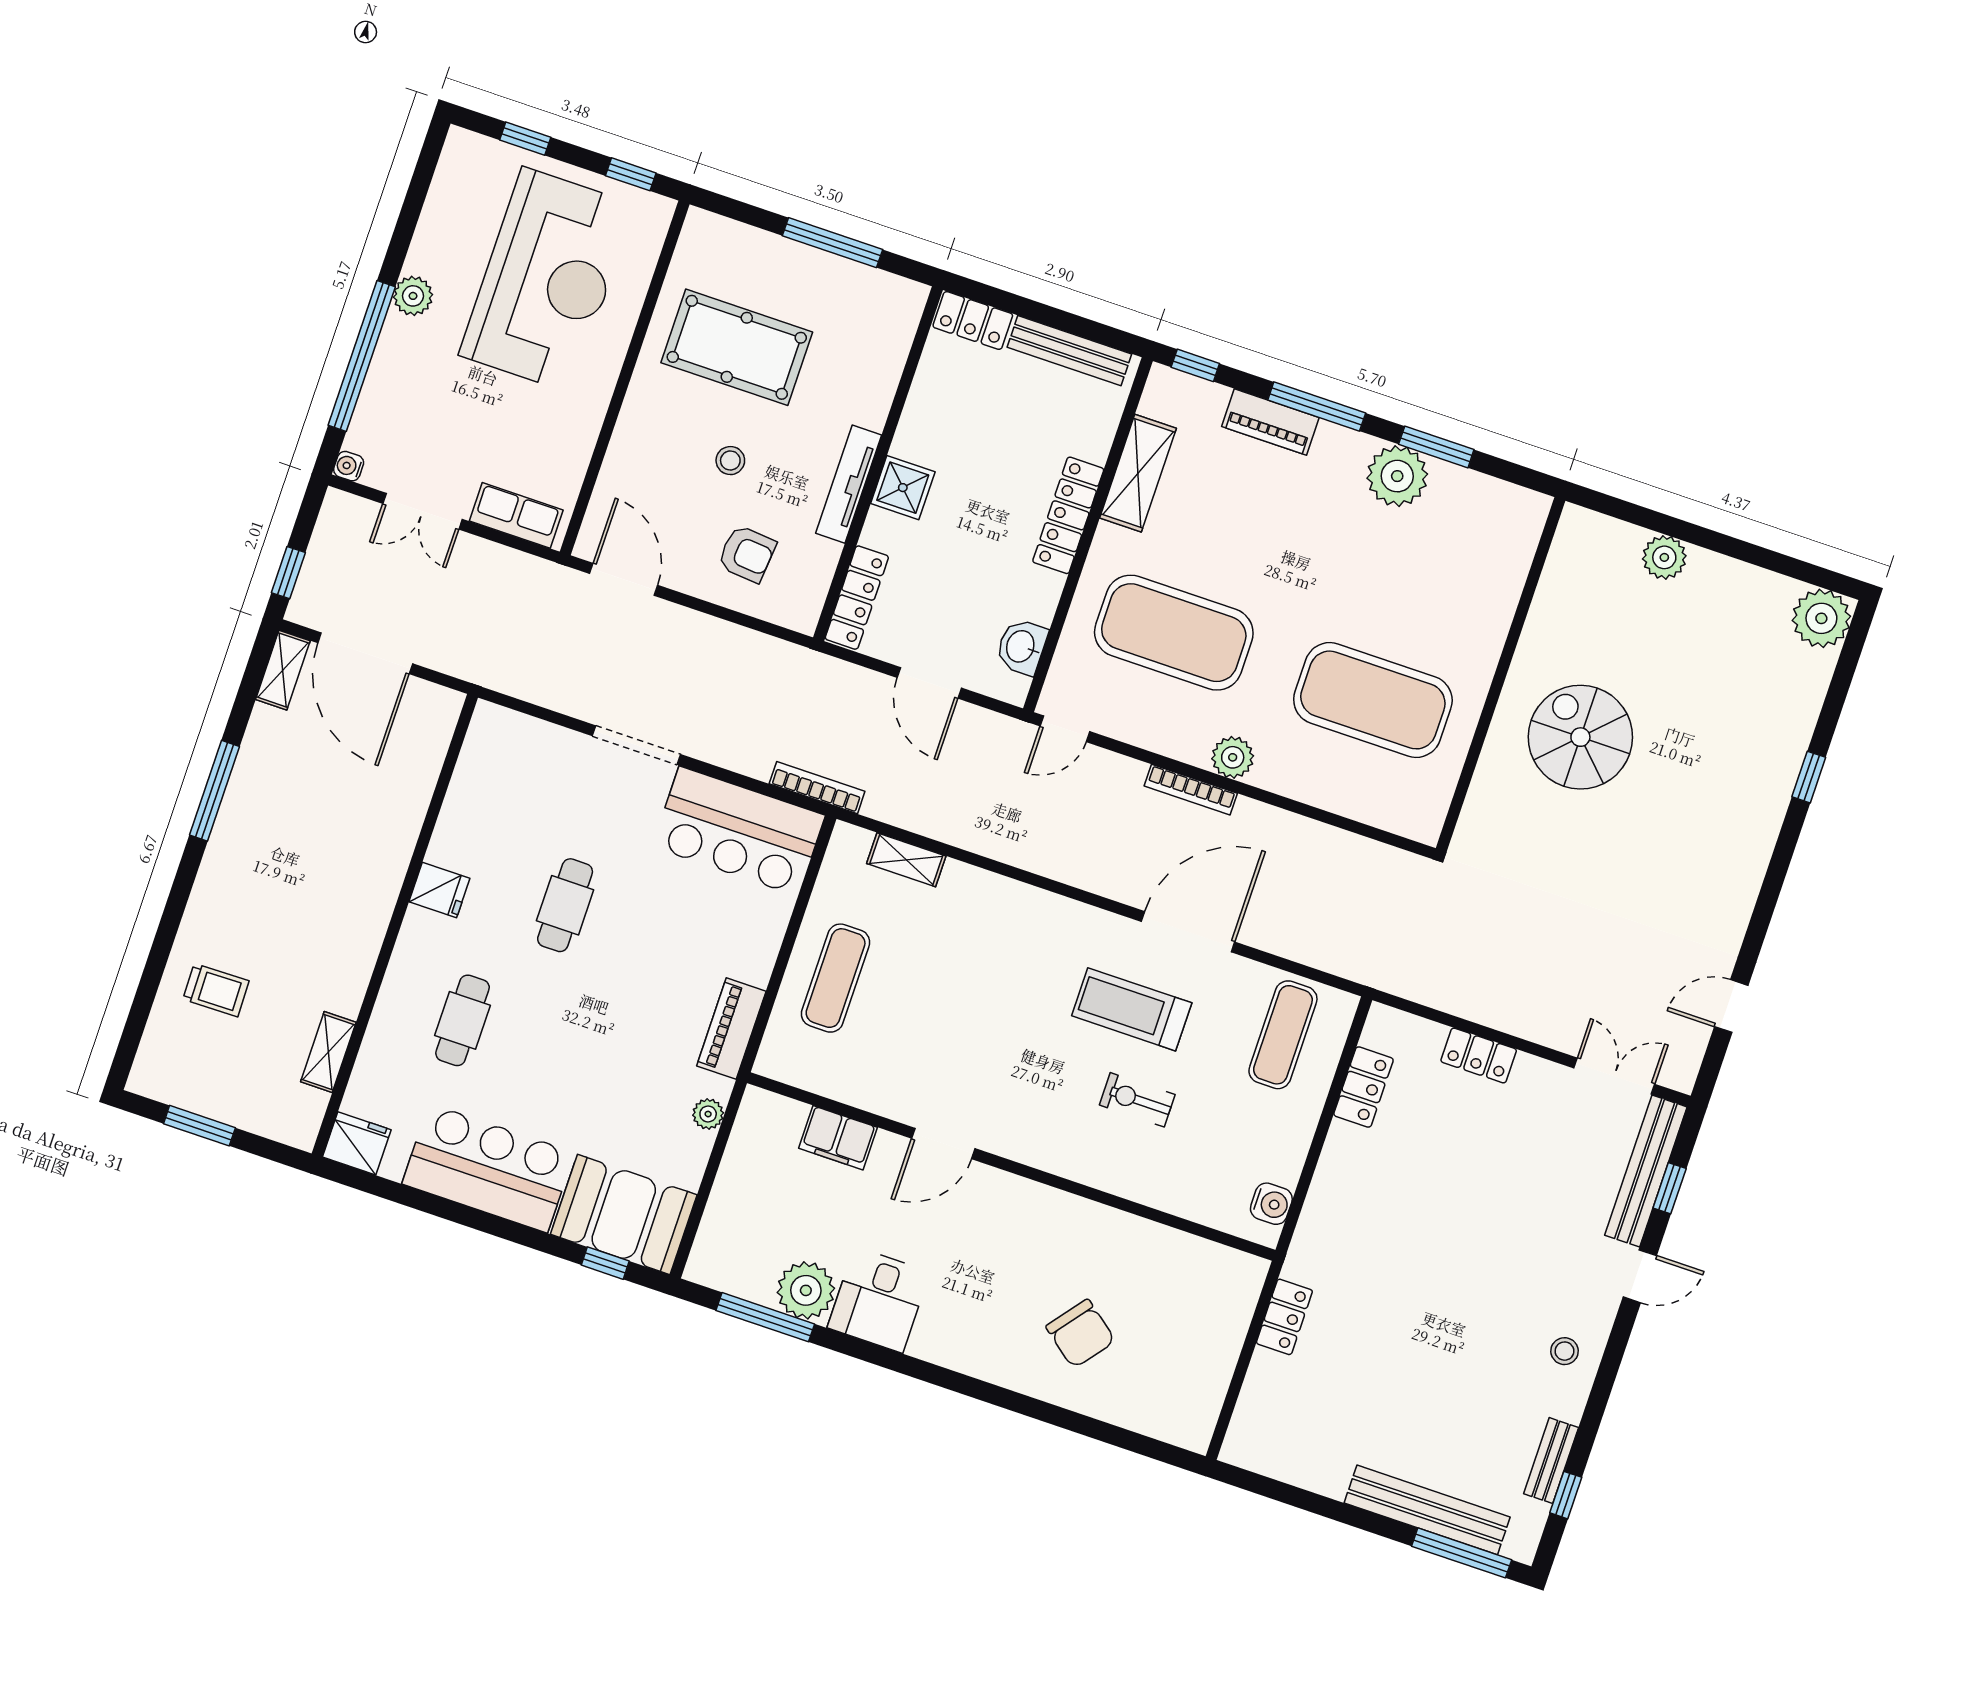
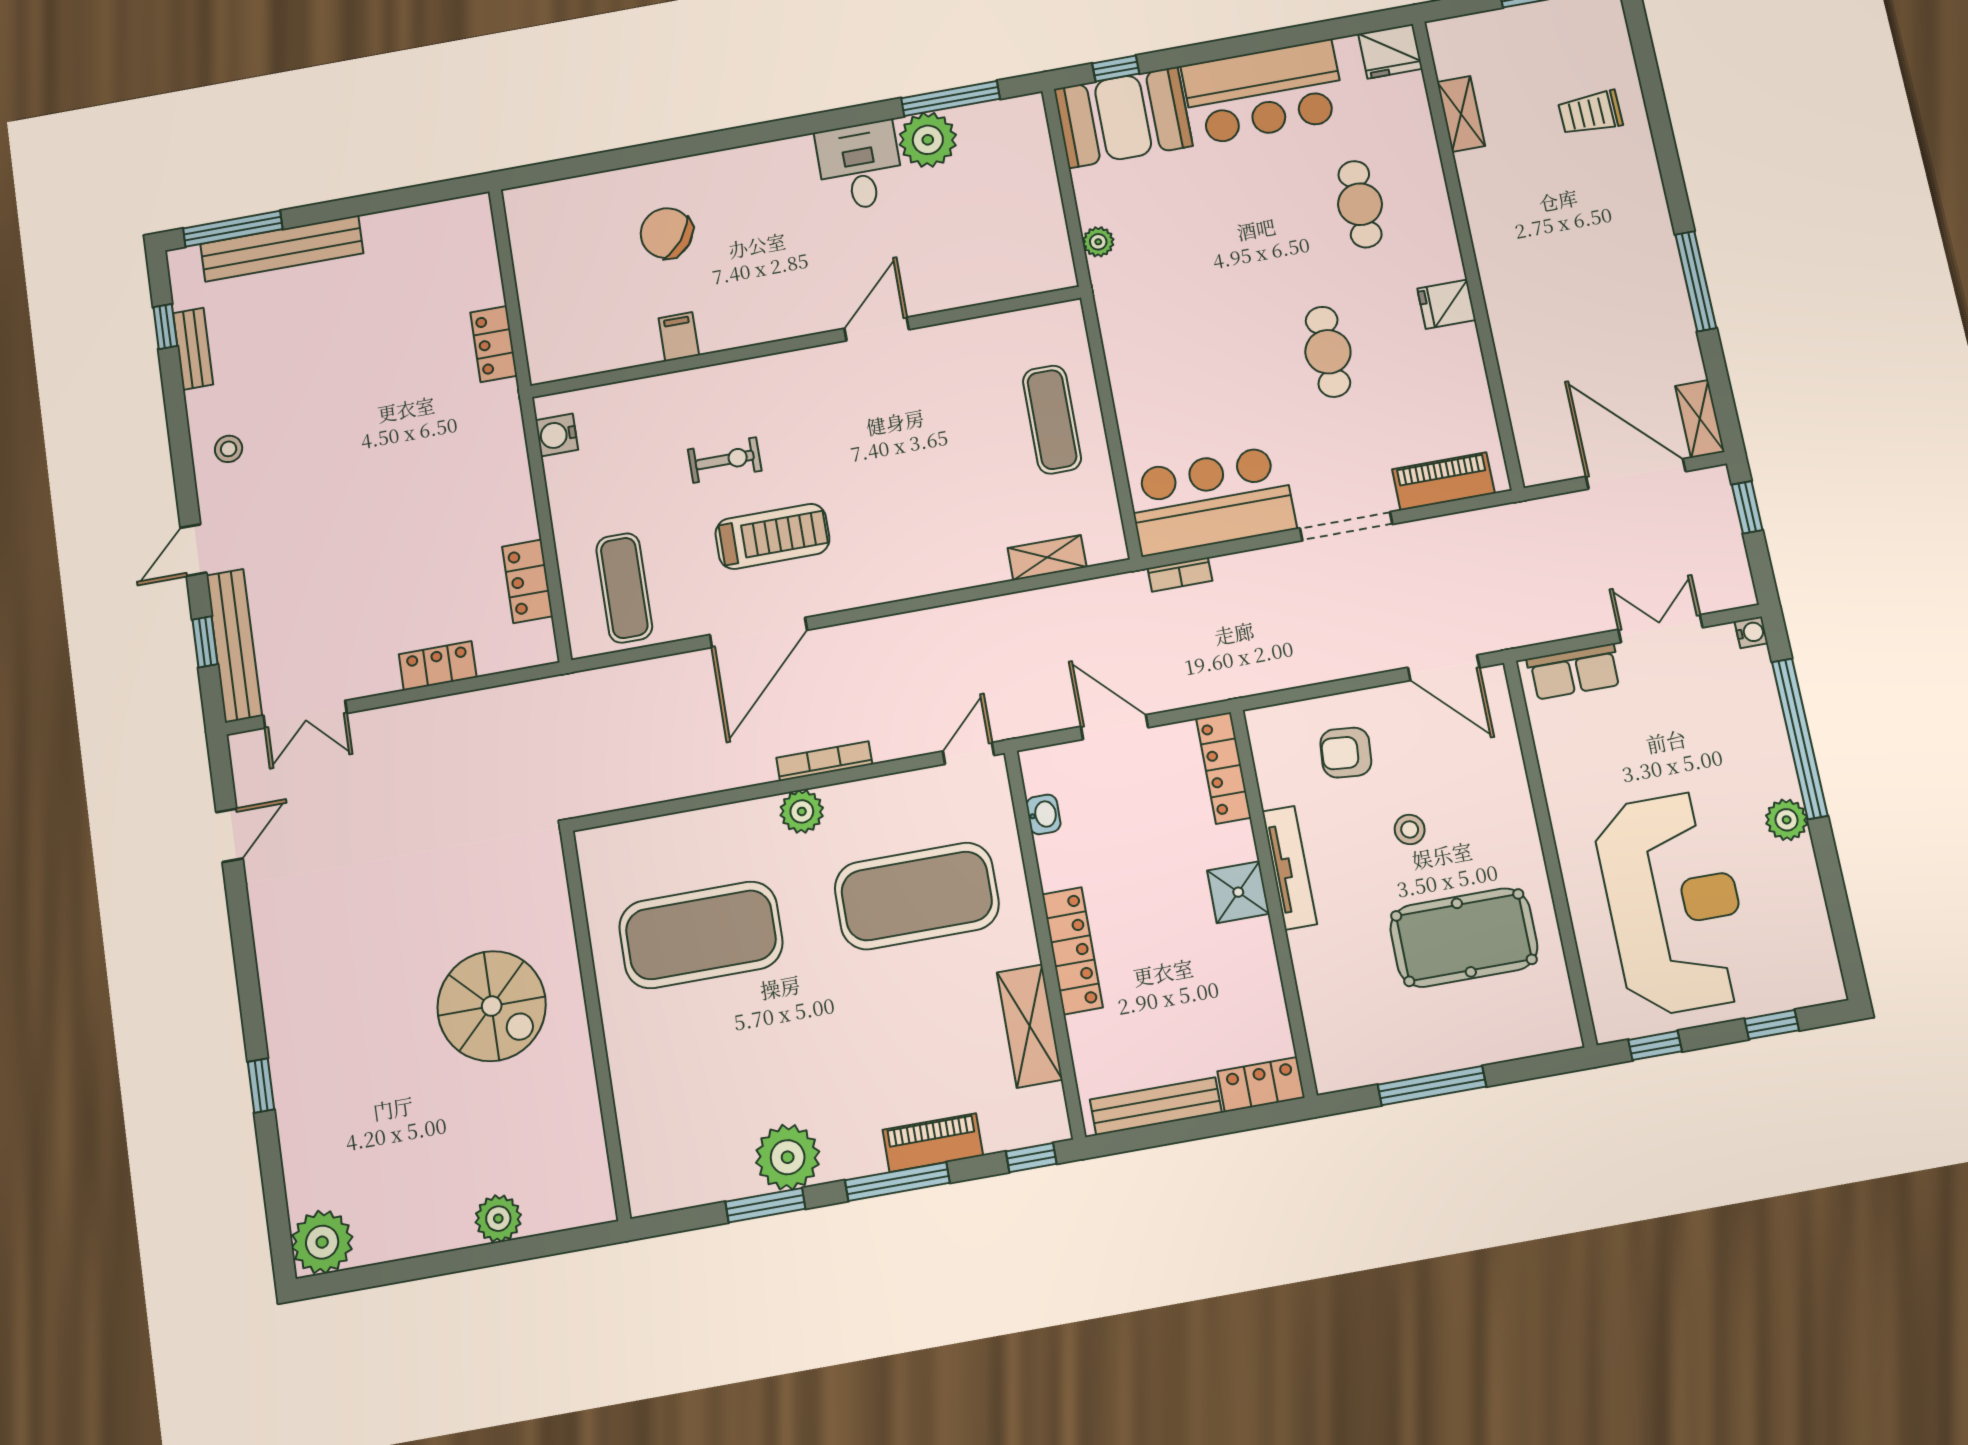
reception desk: (547, 280) -> (1674, 903), turned 180
washbasin: (1021, 647) -> (1043, 814), width x0.72, depth x0.69
bookcase: (817, 788) -> (1180, 574), width x0.64
piano: (731, 1029) -> (1443, 481), moved, turned -90
filing cabinet: (838, 1138) -> (679, 337), moved, width x0.50

